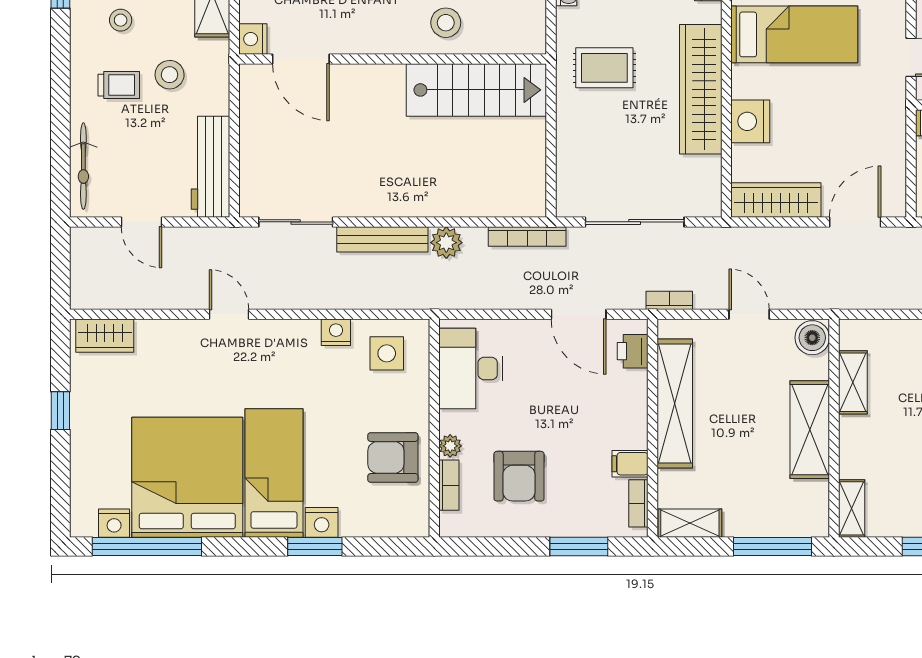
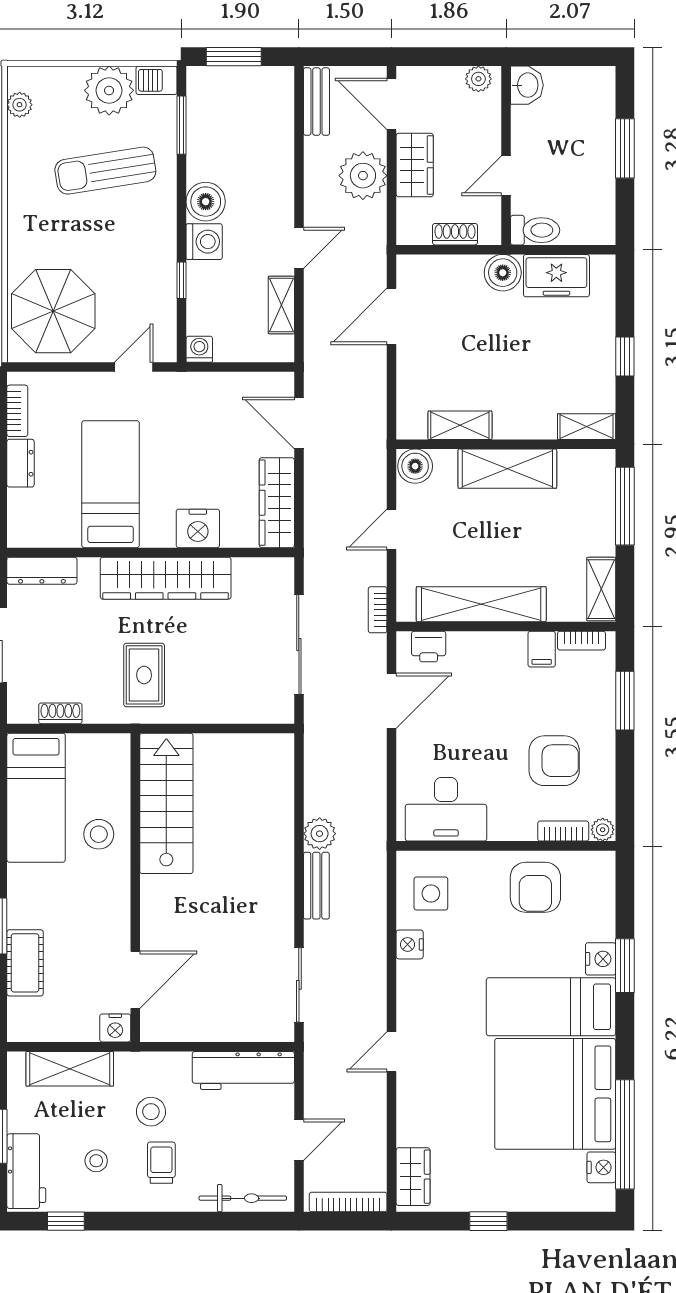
bookcase: (527, 237) -> (348, 1202), moved, turned -90
bench: (382, 239) -> (316, 886), width x0.73
plant: (450, 446) -> (603, 830), moved

